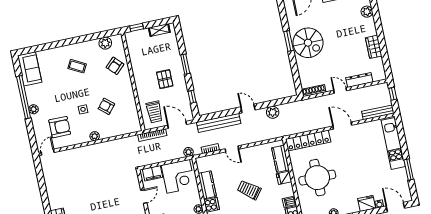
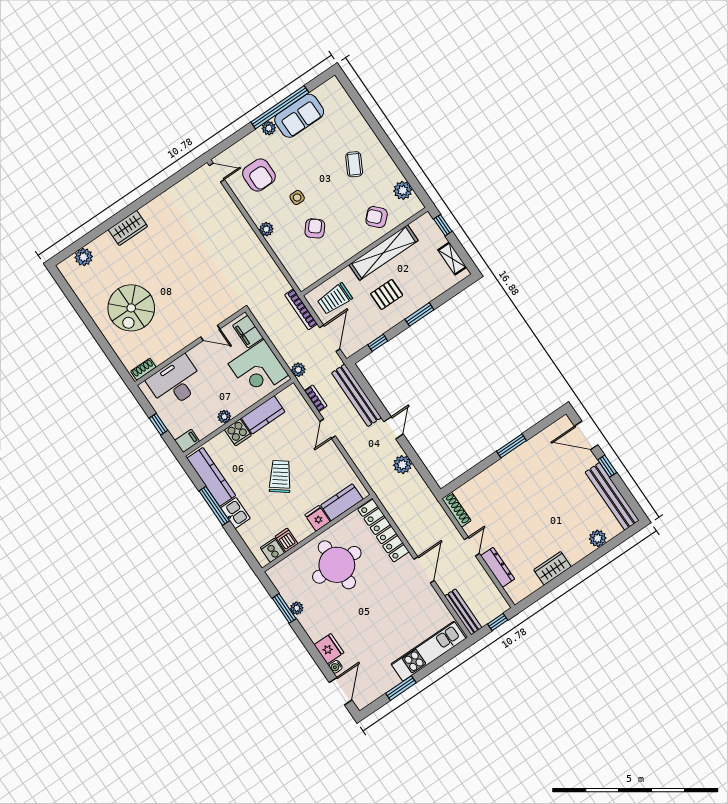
spiral stairs: (308, 43) -> (520, 474), removed
sofa: (30, 69) -> (299, 116), moved
shelving: (138, 70) -> (384, 253), added

